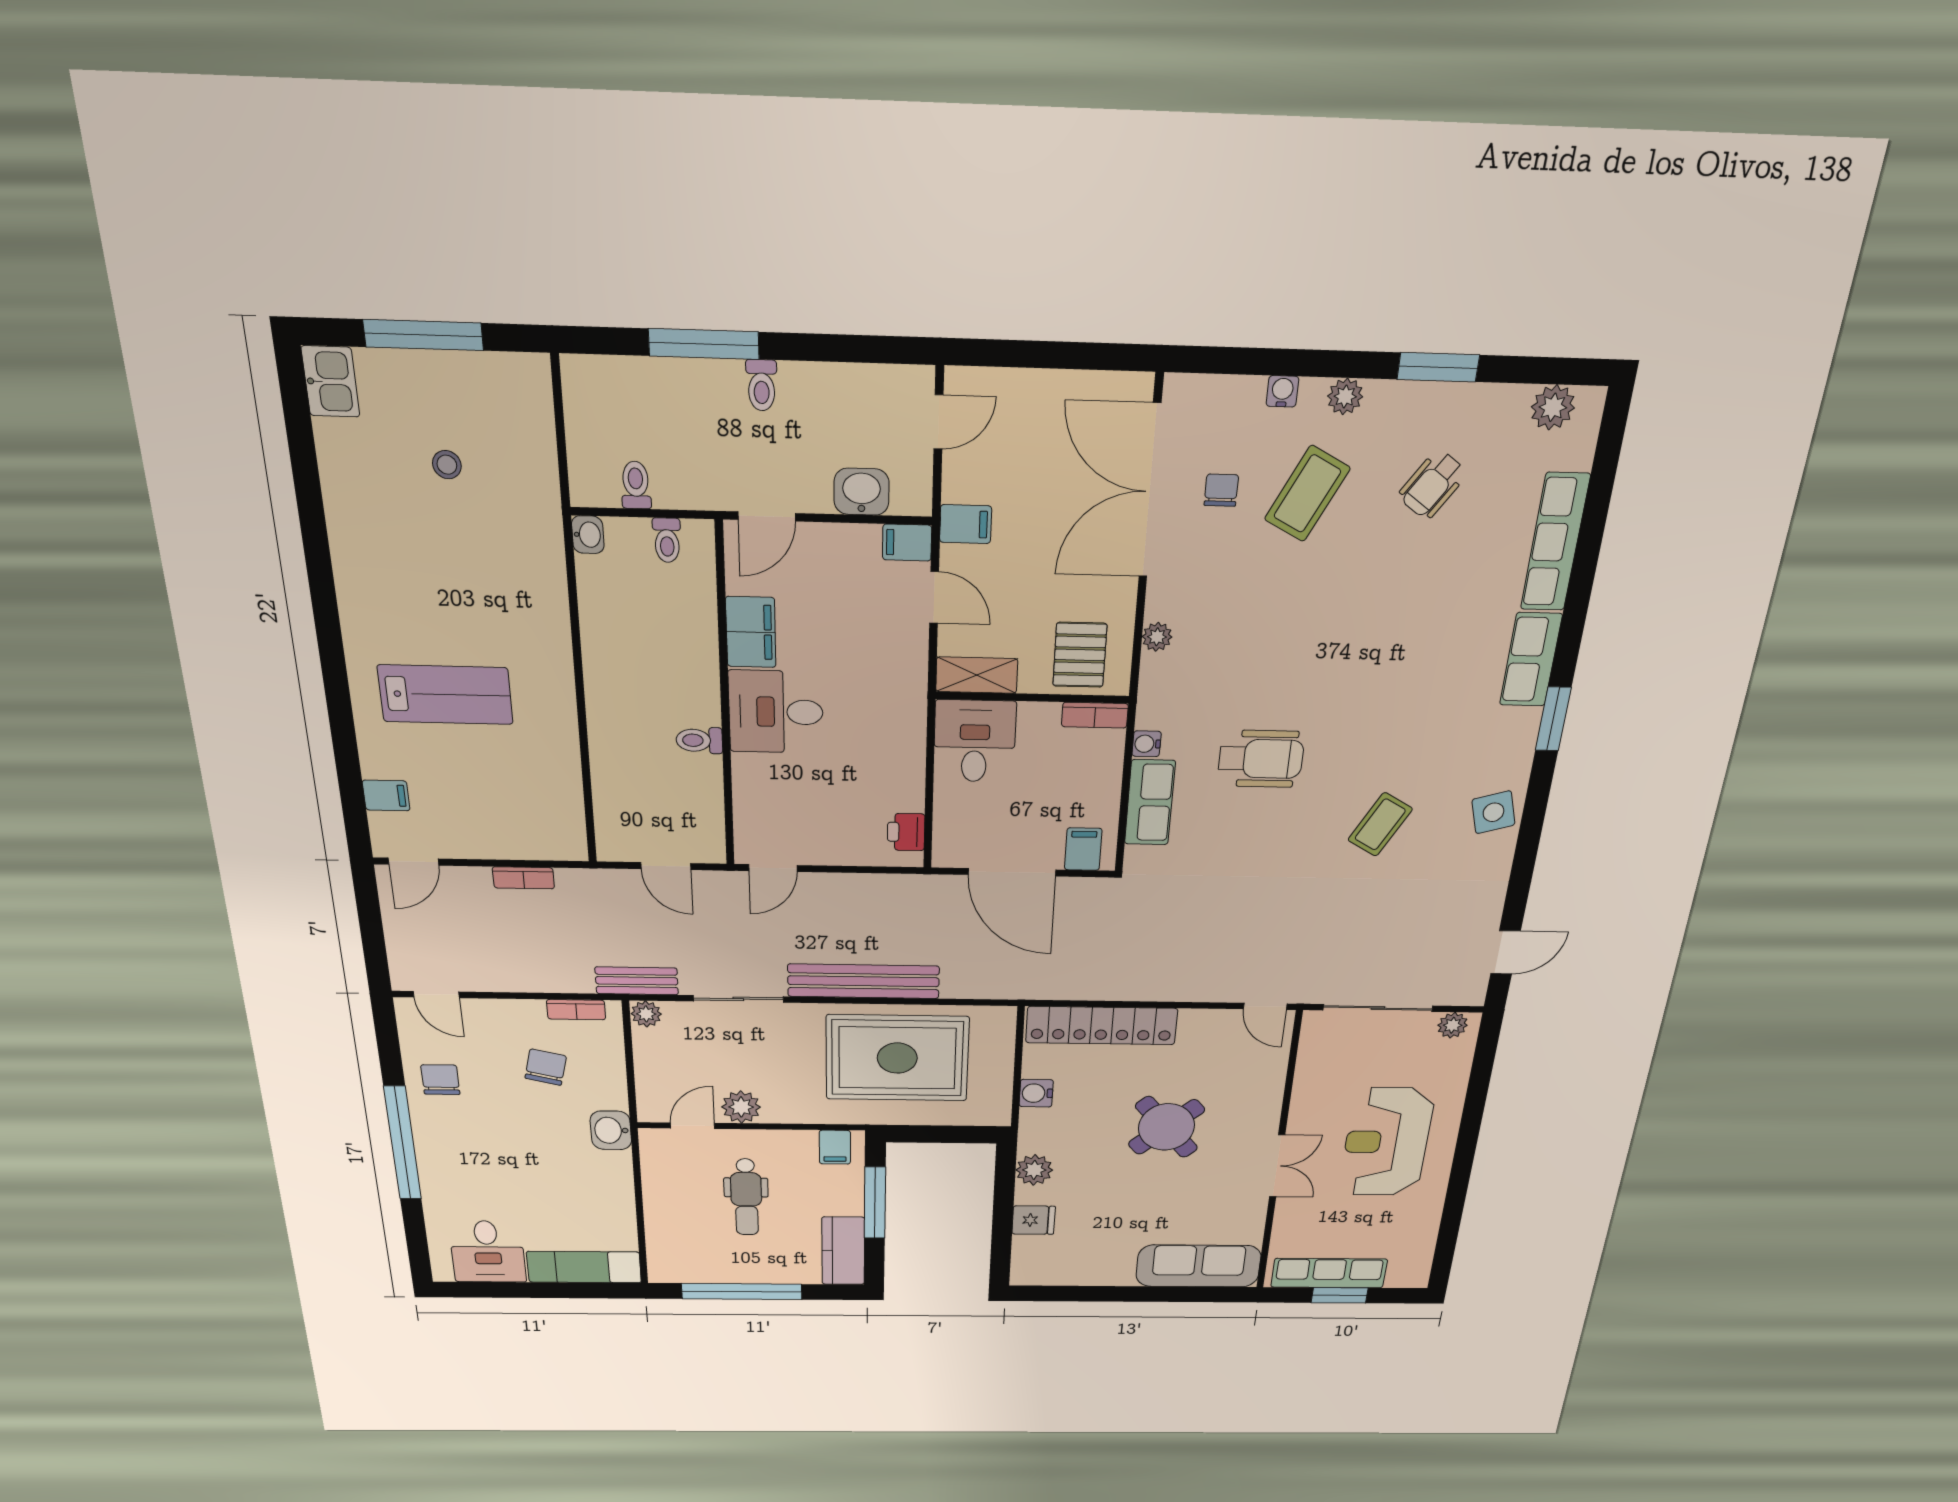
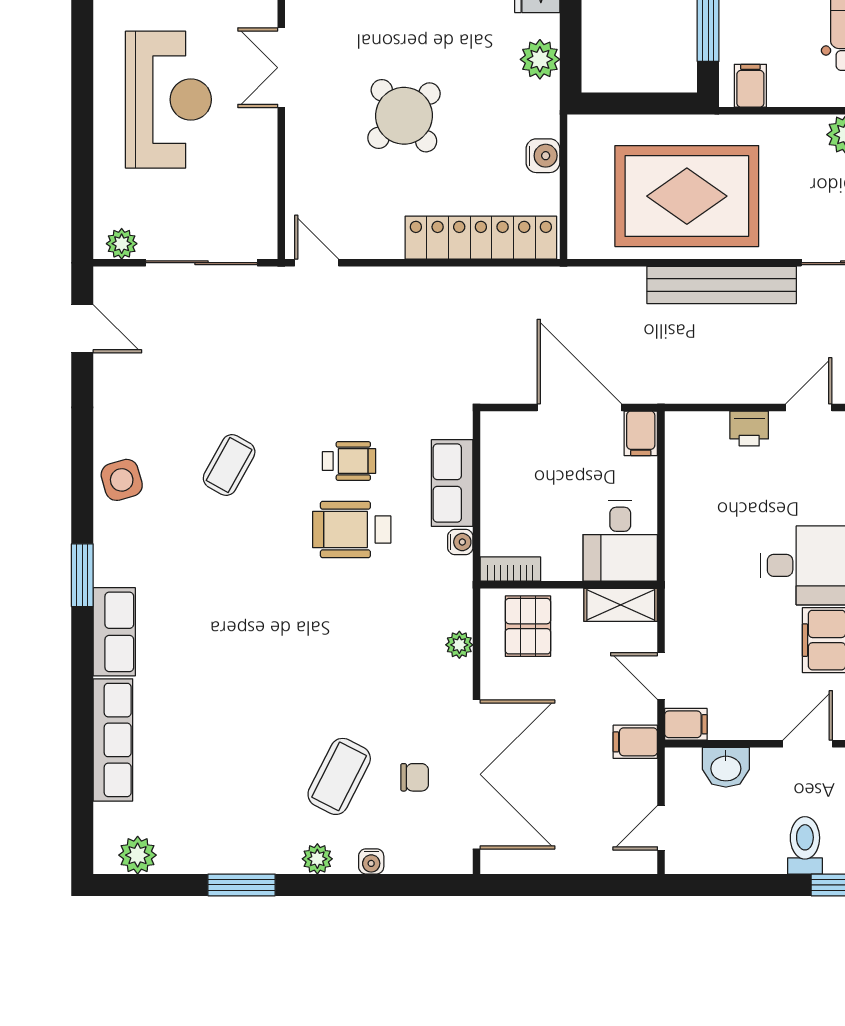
toilet: (762, 385) -> (805, 845), width x1.37, depth x1.39
wheelchair: (1432, 485) -> (349, 461), moved, turned 55
chair: (1221, 490) -> (415, 777), turned -90
printer: (906, 832) -> (749, 428), moved, turned 90
filing cabinet: (1083, 849) -> (641, 433), moved
door: (1506, 952) -> (82, 329), swing flipped

